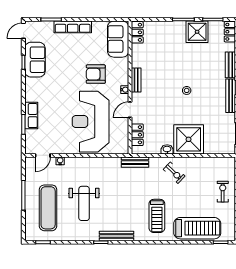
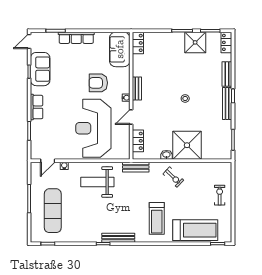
row of seats: (31, 116) -> (37, 107), moved
weight bench: (84, 203) -> (97, 182), moved, turned 90

